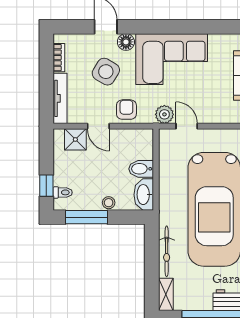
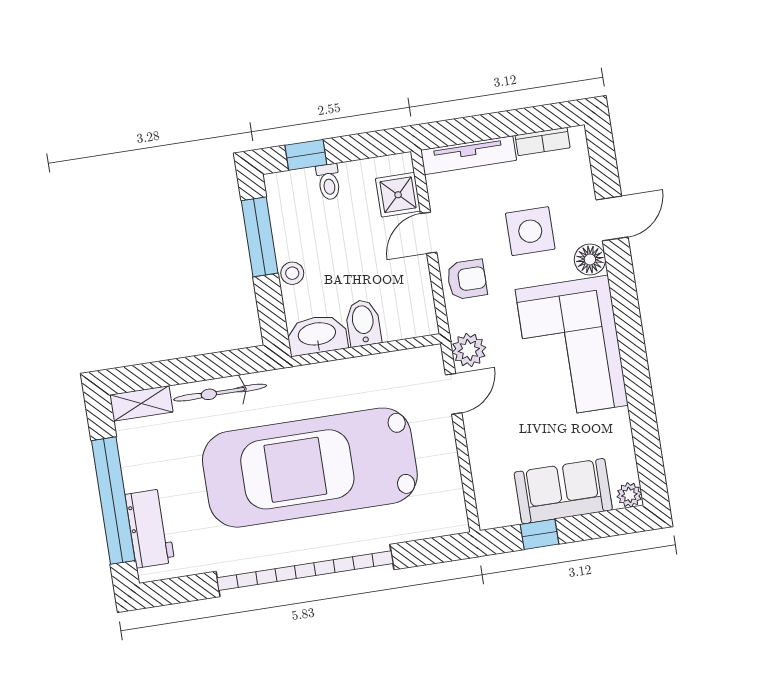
side table: (106, 72) -> (530, 231), turned -31
toilet: (63, 192) -> (329, 182), moved

